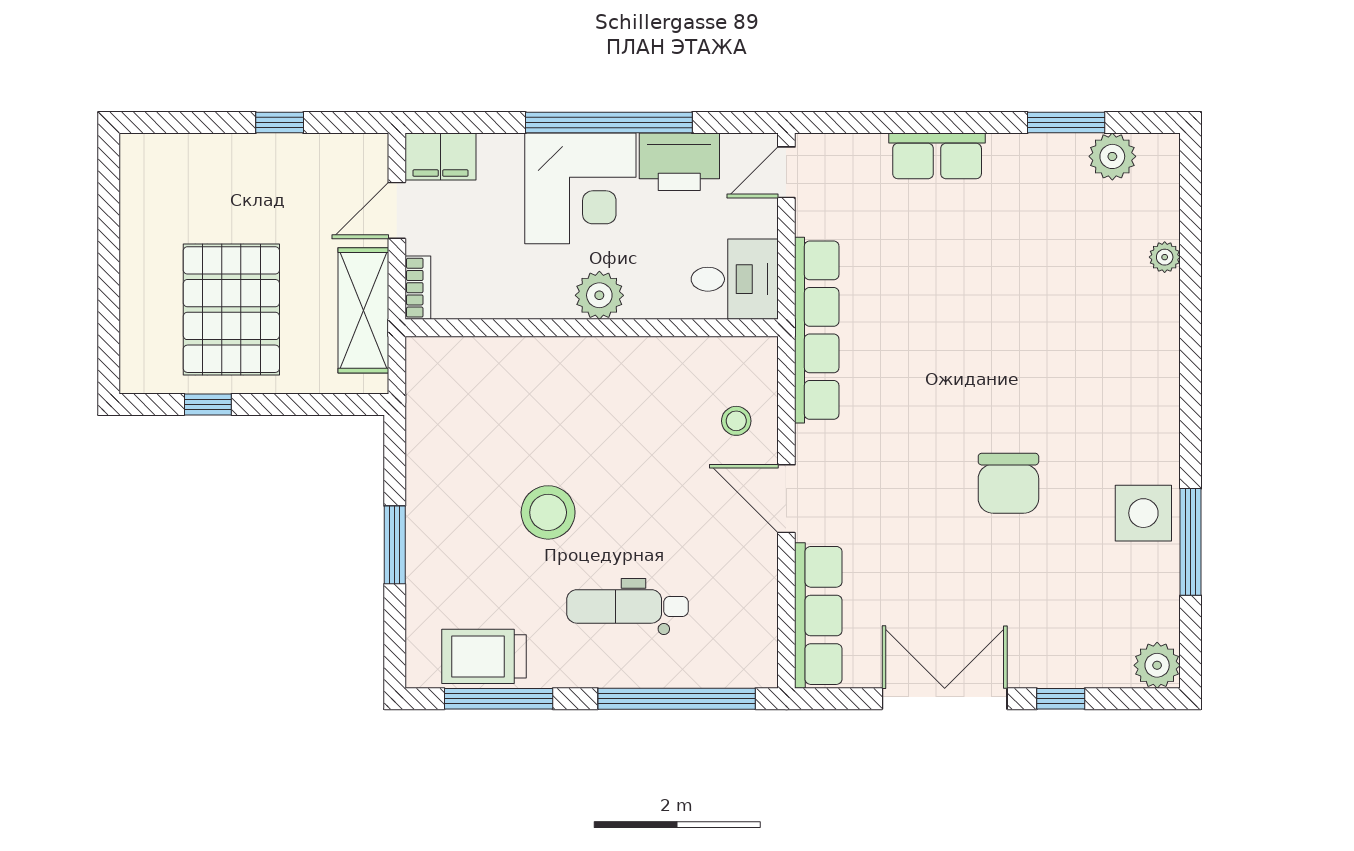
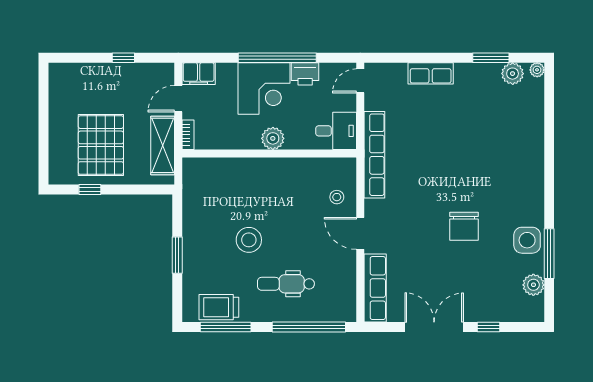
printer: (679, 162) -> (305, 74), width x0.73, depth x0.84
plant: (1165, 257) -> (537, 70), moved
plant: (1157, 665) -> (533, 285), moved

